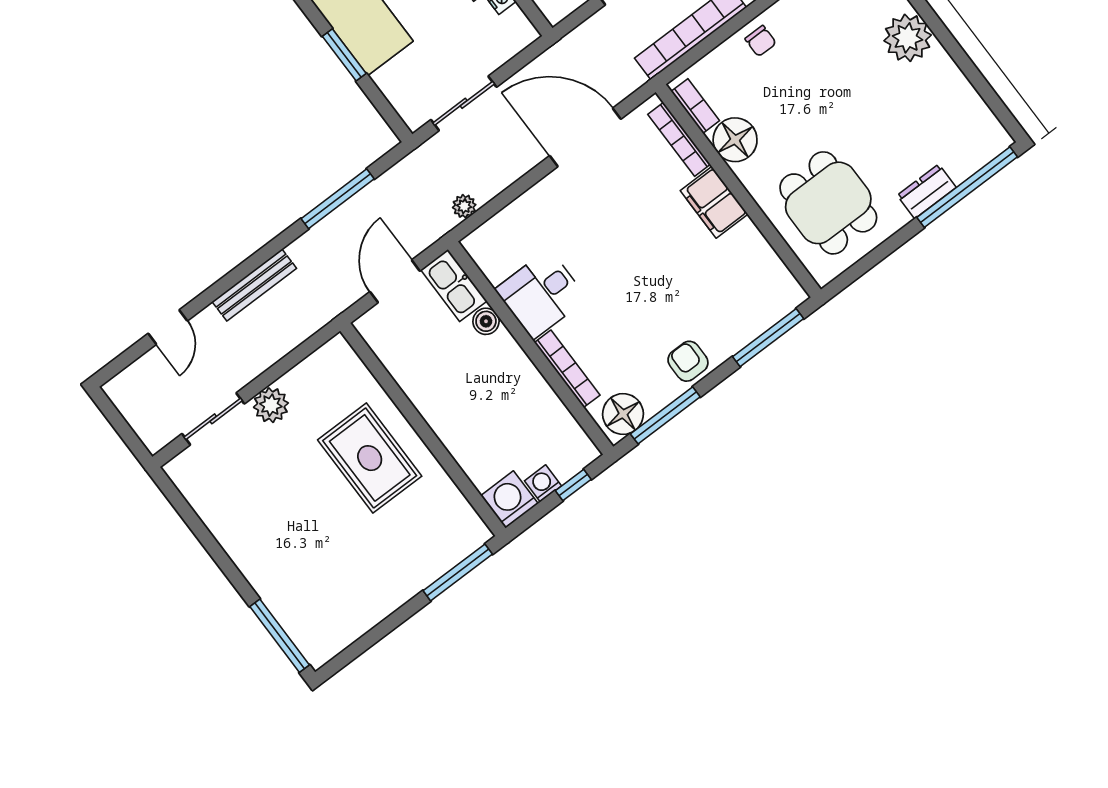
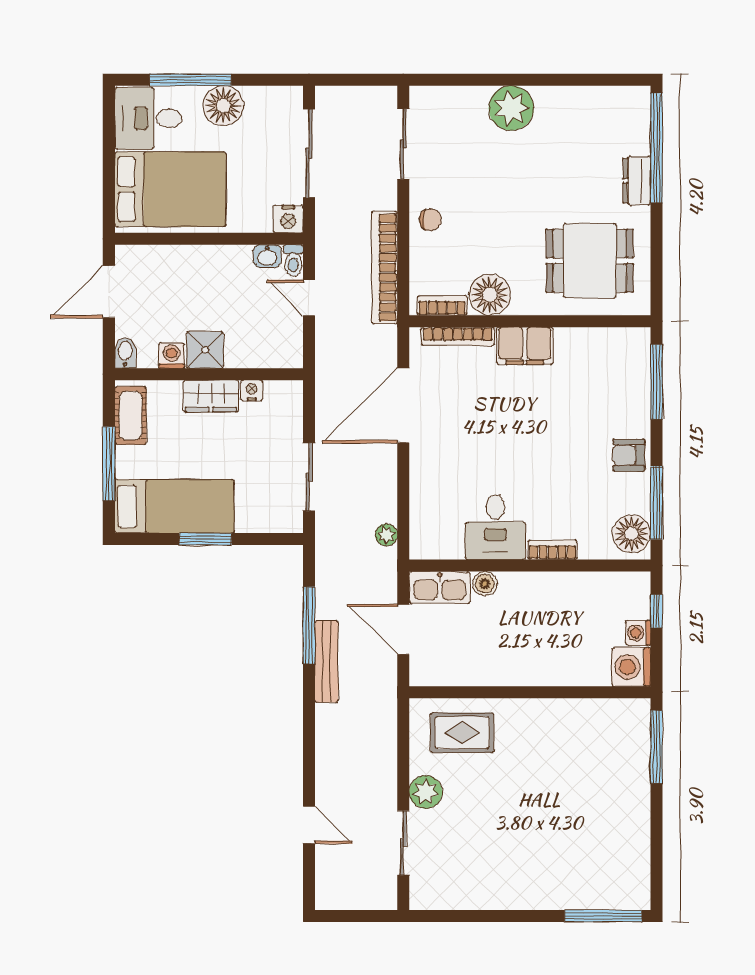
bench: (254, 285) -> (326, 661), moved
bookcase: (567, 369) -> (552, 550), width x0.64
rug: (370, 458) -> (462, 733), moved, width x0.73, depth x0.70

